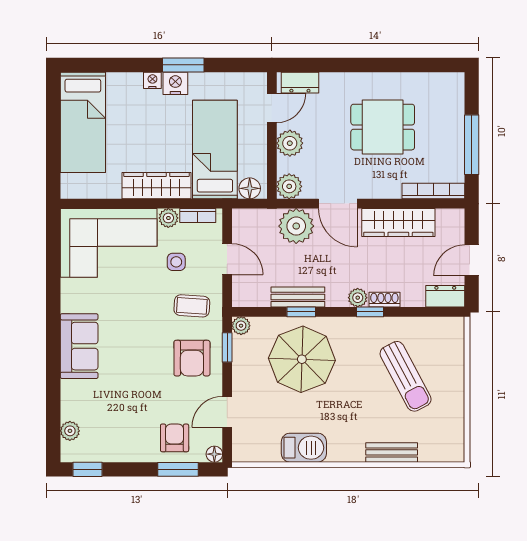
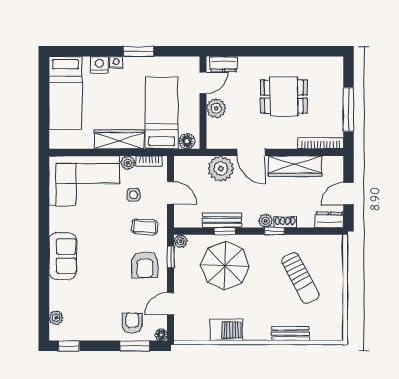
nightstand: (175, 83) -> (99, 65), moved
plant: (289, 186) -> (216, 140), removed

